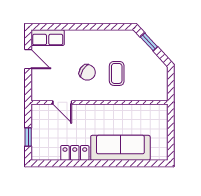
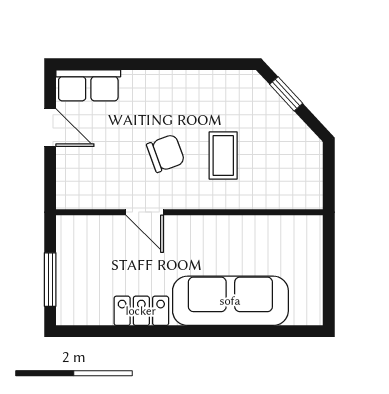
chair: (87, 72) -> (166, 153), turned -52
door: (62, 102) -> (145, 212), moved
window: (28, 137) -> (50, 280), width x1.50

